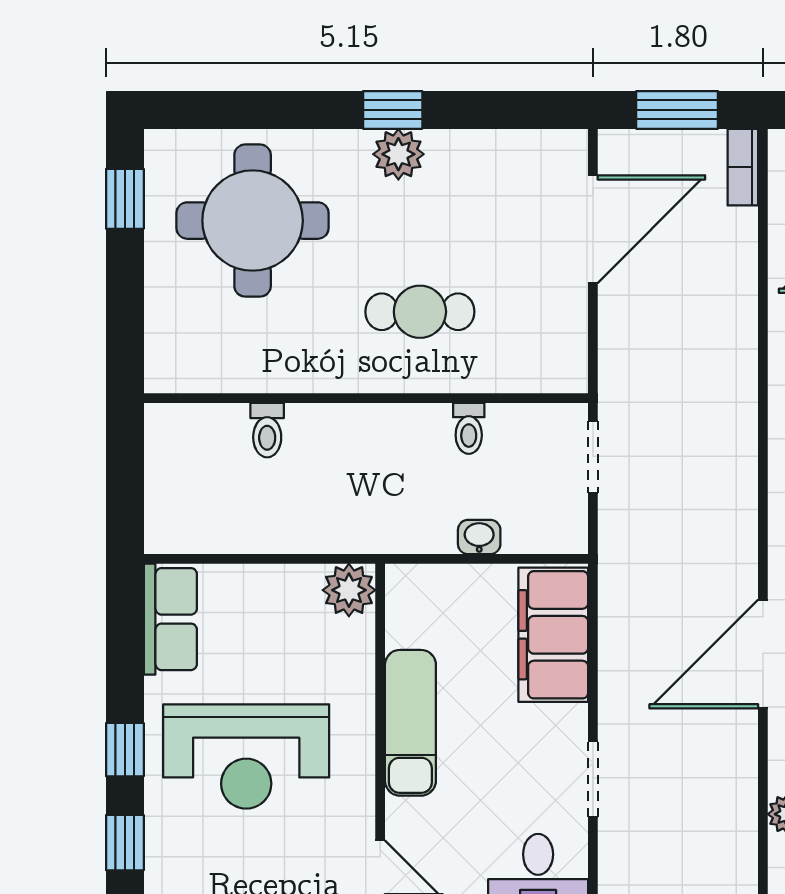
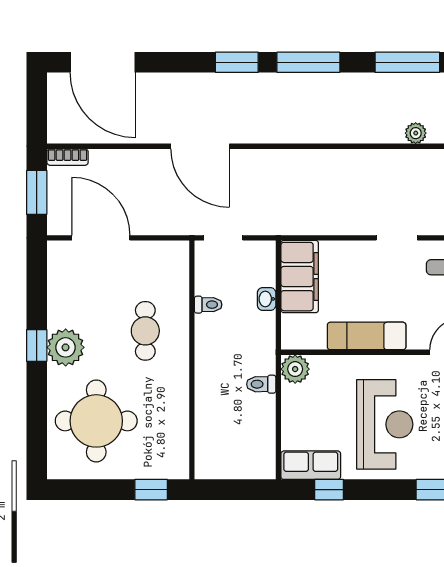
plant: (398, 154) -> (66, 347), width x1.36, depth x1.36
window: (125, 199) -> (151, 490), moved
toilet: (267, 430) -> (261, 384), moved, turned 180
filing cabinet: (553, 635) -> (300, 277), moved, turned -90
door: (763, 654) -> (200, 146), moved
window: (125, 750) -> (329, 490), moved

